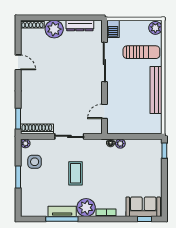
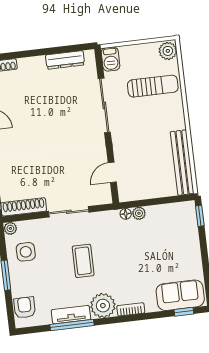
plant: (54, 29) -> (31, 69), removed
bench: (156, 90) -> (182, 163), moved
armchair: (29, 202) -> (25, 308), added

